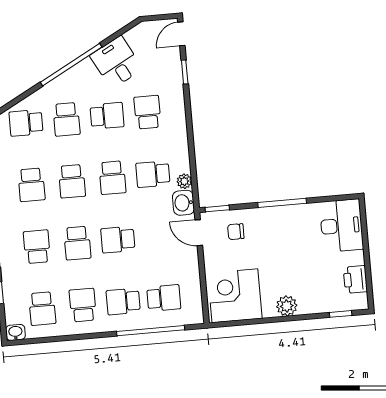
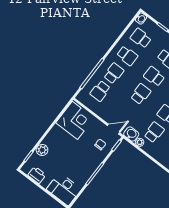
plant: (287, 306) -> (42, 150), moved

